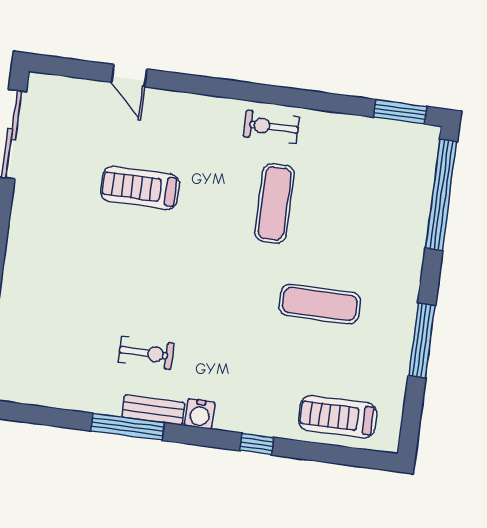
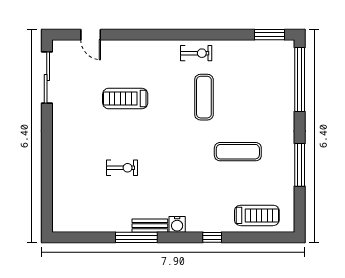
door: (129, 76) -> (91, 35), moved
exercise bike: (271, 127) -> (196, 53), turned 180
exercise bike: (146, 353) -> (122, 168), moved
treadmill: (338, 417) -> (257, 215), turned 180

